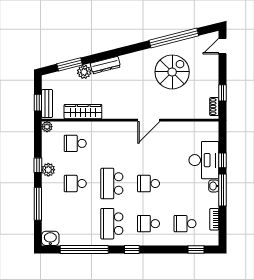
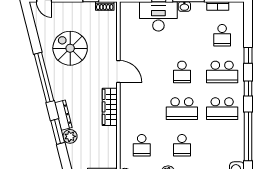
window: (174, 38) -> (44, 77), moved
window: (70, 64) -> (58, 131), moved
wardrobe: (83, 112) -> (110, 107), moved
school desk: (148, 224) -> (222, 72), width x1.85
window: (196, 250) -> (248, 55), moved

